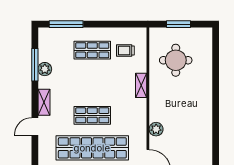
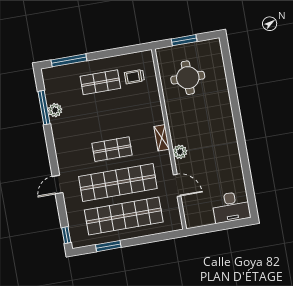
shelving: (141, 85) -> (162, 138), moved
shelving: (44, 102) -> (60, 144), removed
door: (35, 126) -> (57, 185), moved

